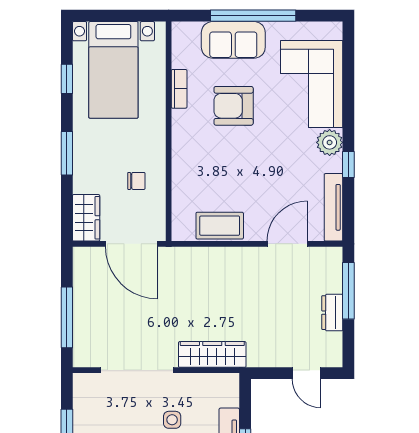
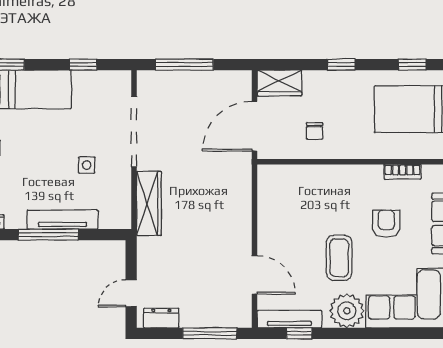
armchair: (234, 106) -> (386, 224), width x0.72, depth x0.72
plant: (330, 142) -> (347, 311), width x1.36, depth x1.36
window: (67, 153) -> (341, 65), width x0.67
window: (348, 164) -> (299, 333), moved
coffee table: (220, 226) -> (339, 258), moved
dresser: (332, 313) -> (161, 318), moved

